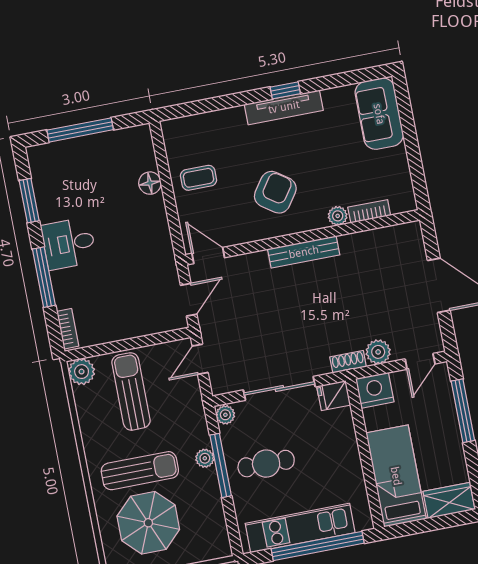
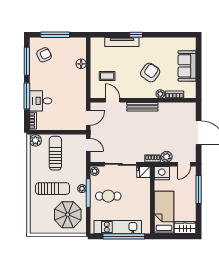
window: (285, 90) -> (136, 35), moved
tv unit: (284, 107) -> (122, 42), moved
sofa: (379, 114) -> (187, 66), moved
coffee table: (199, 178) -> (107, 76), moved
armchair: (64, 179) -> (44, 55), added
armchair: (275, 192) -> (150, 73), moved
window: (29, 201) -> (27, 61), width x1.44
desk: (69, 243) -> (41, 101), moved
door: (208, 256) -> (113, 100), moved
door: (200, 359) -> (88, 145), swing flipped
parasol: (148, 523) -> (68, 215), moved

